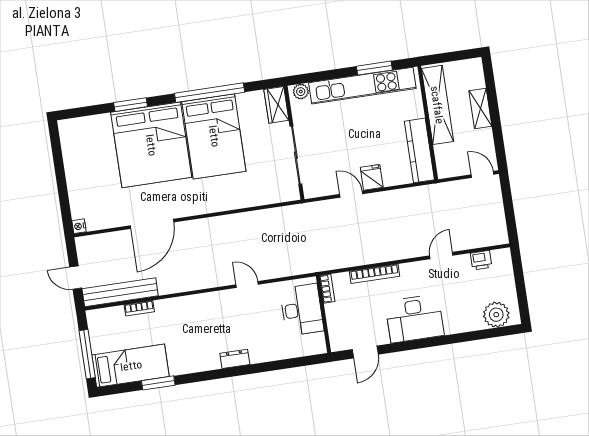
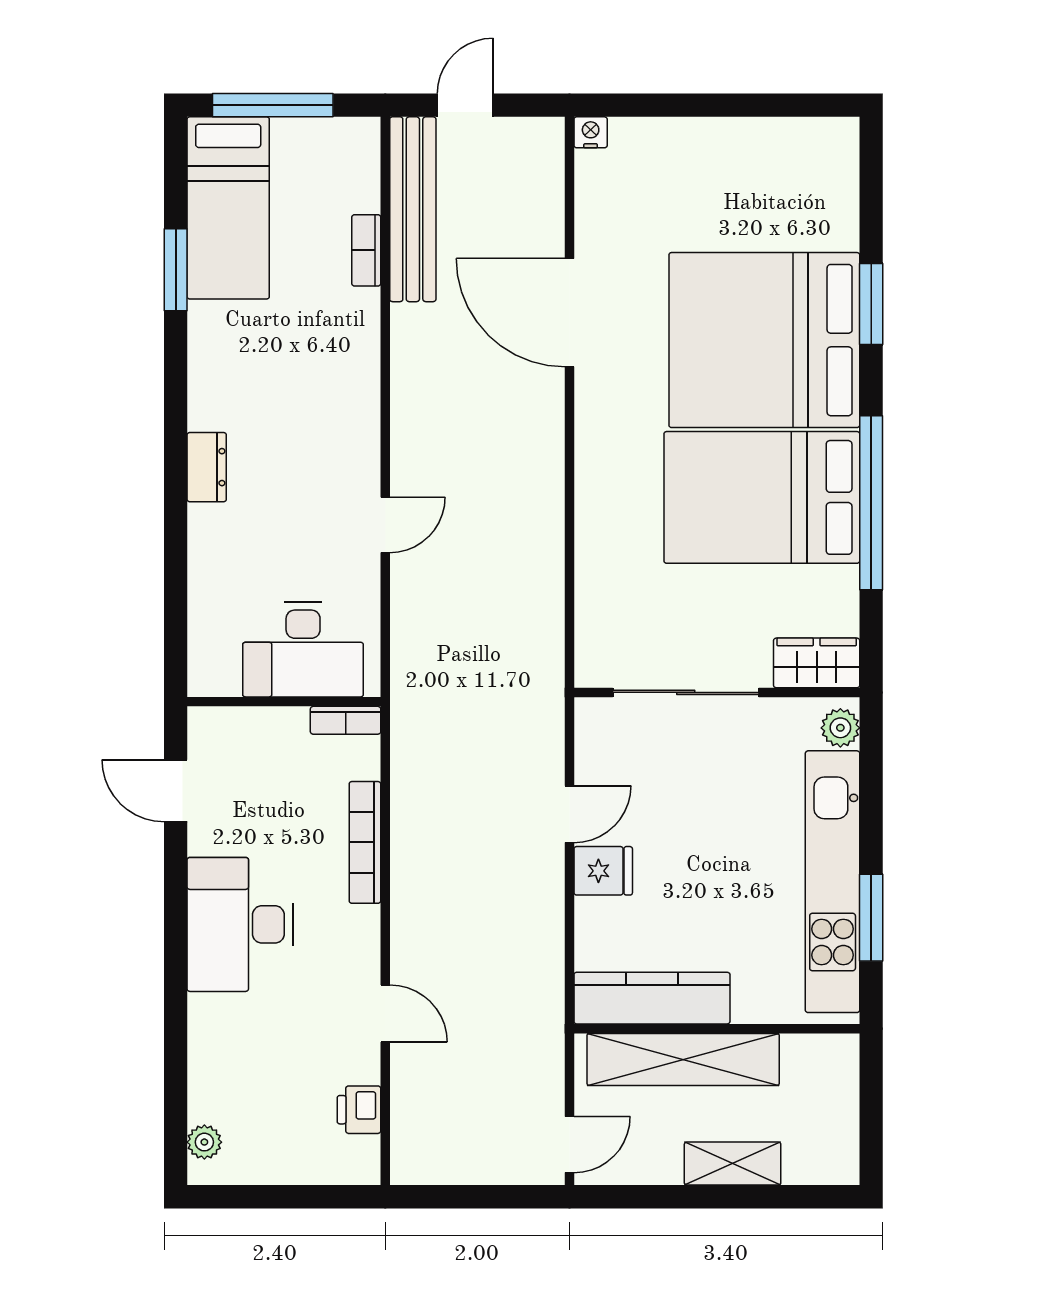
shelving: (437, 105) -> (683, 1059), moved
plant: (496, 315) -> (204, 1142), width x0.53, depth x0.53

